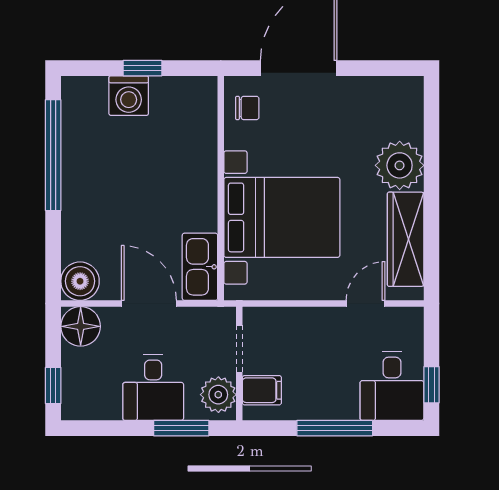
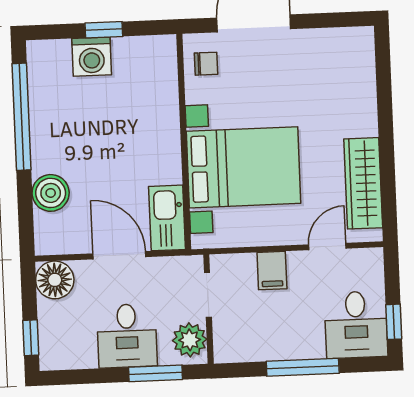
plant: (400, 165) -> (354, 113), removed
boiler: (80, 281) -> (51, 193), moved
filing cabinet: (262, 390) -> (272, 271), moved, turned 90

